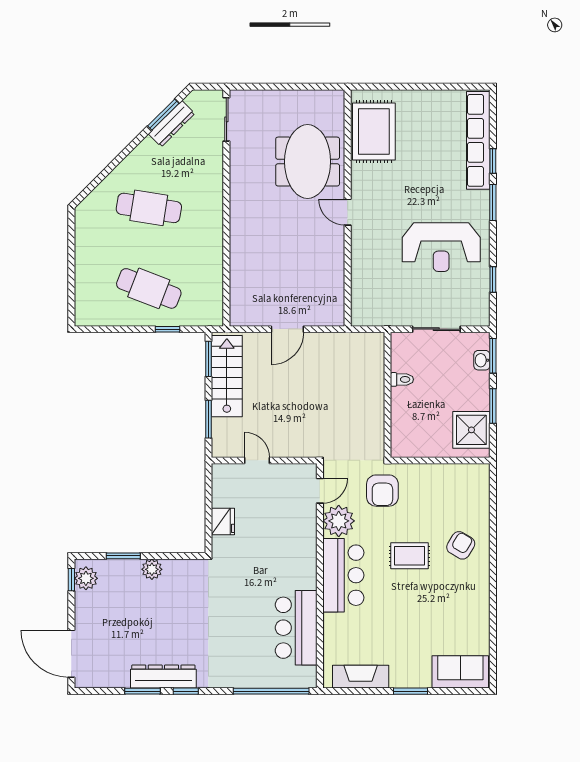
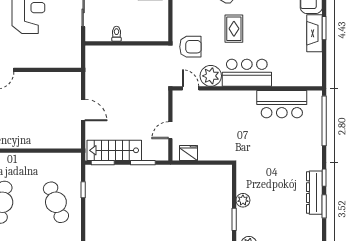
cafe table: (149, 288) -> (56, 202), turned -42
fridge: (223, 522) -> (189, 153), moved
fireplace: (361, 677) -> (314, 33), moved

